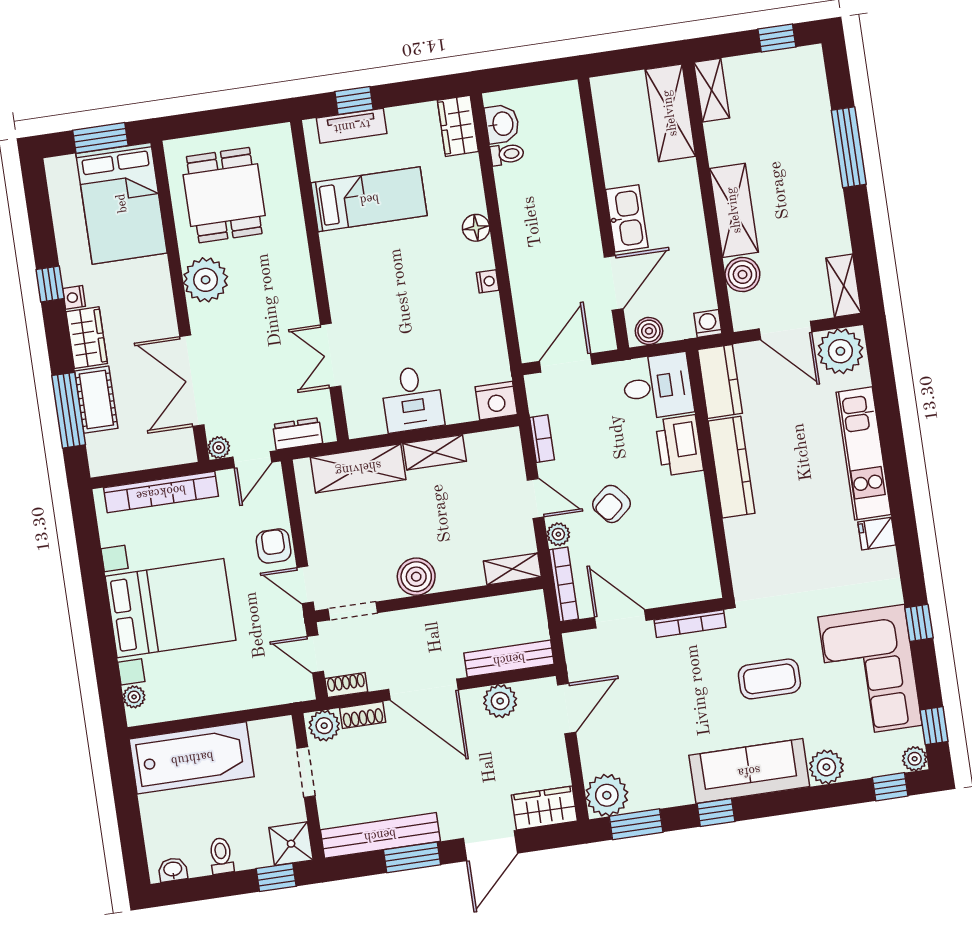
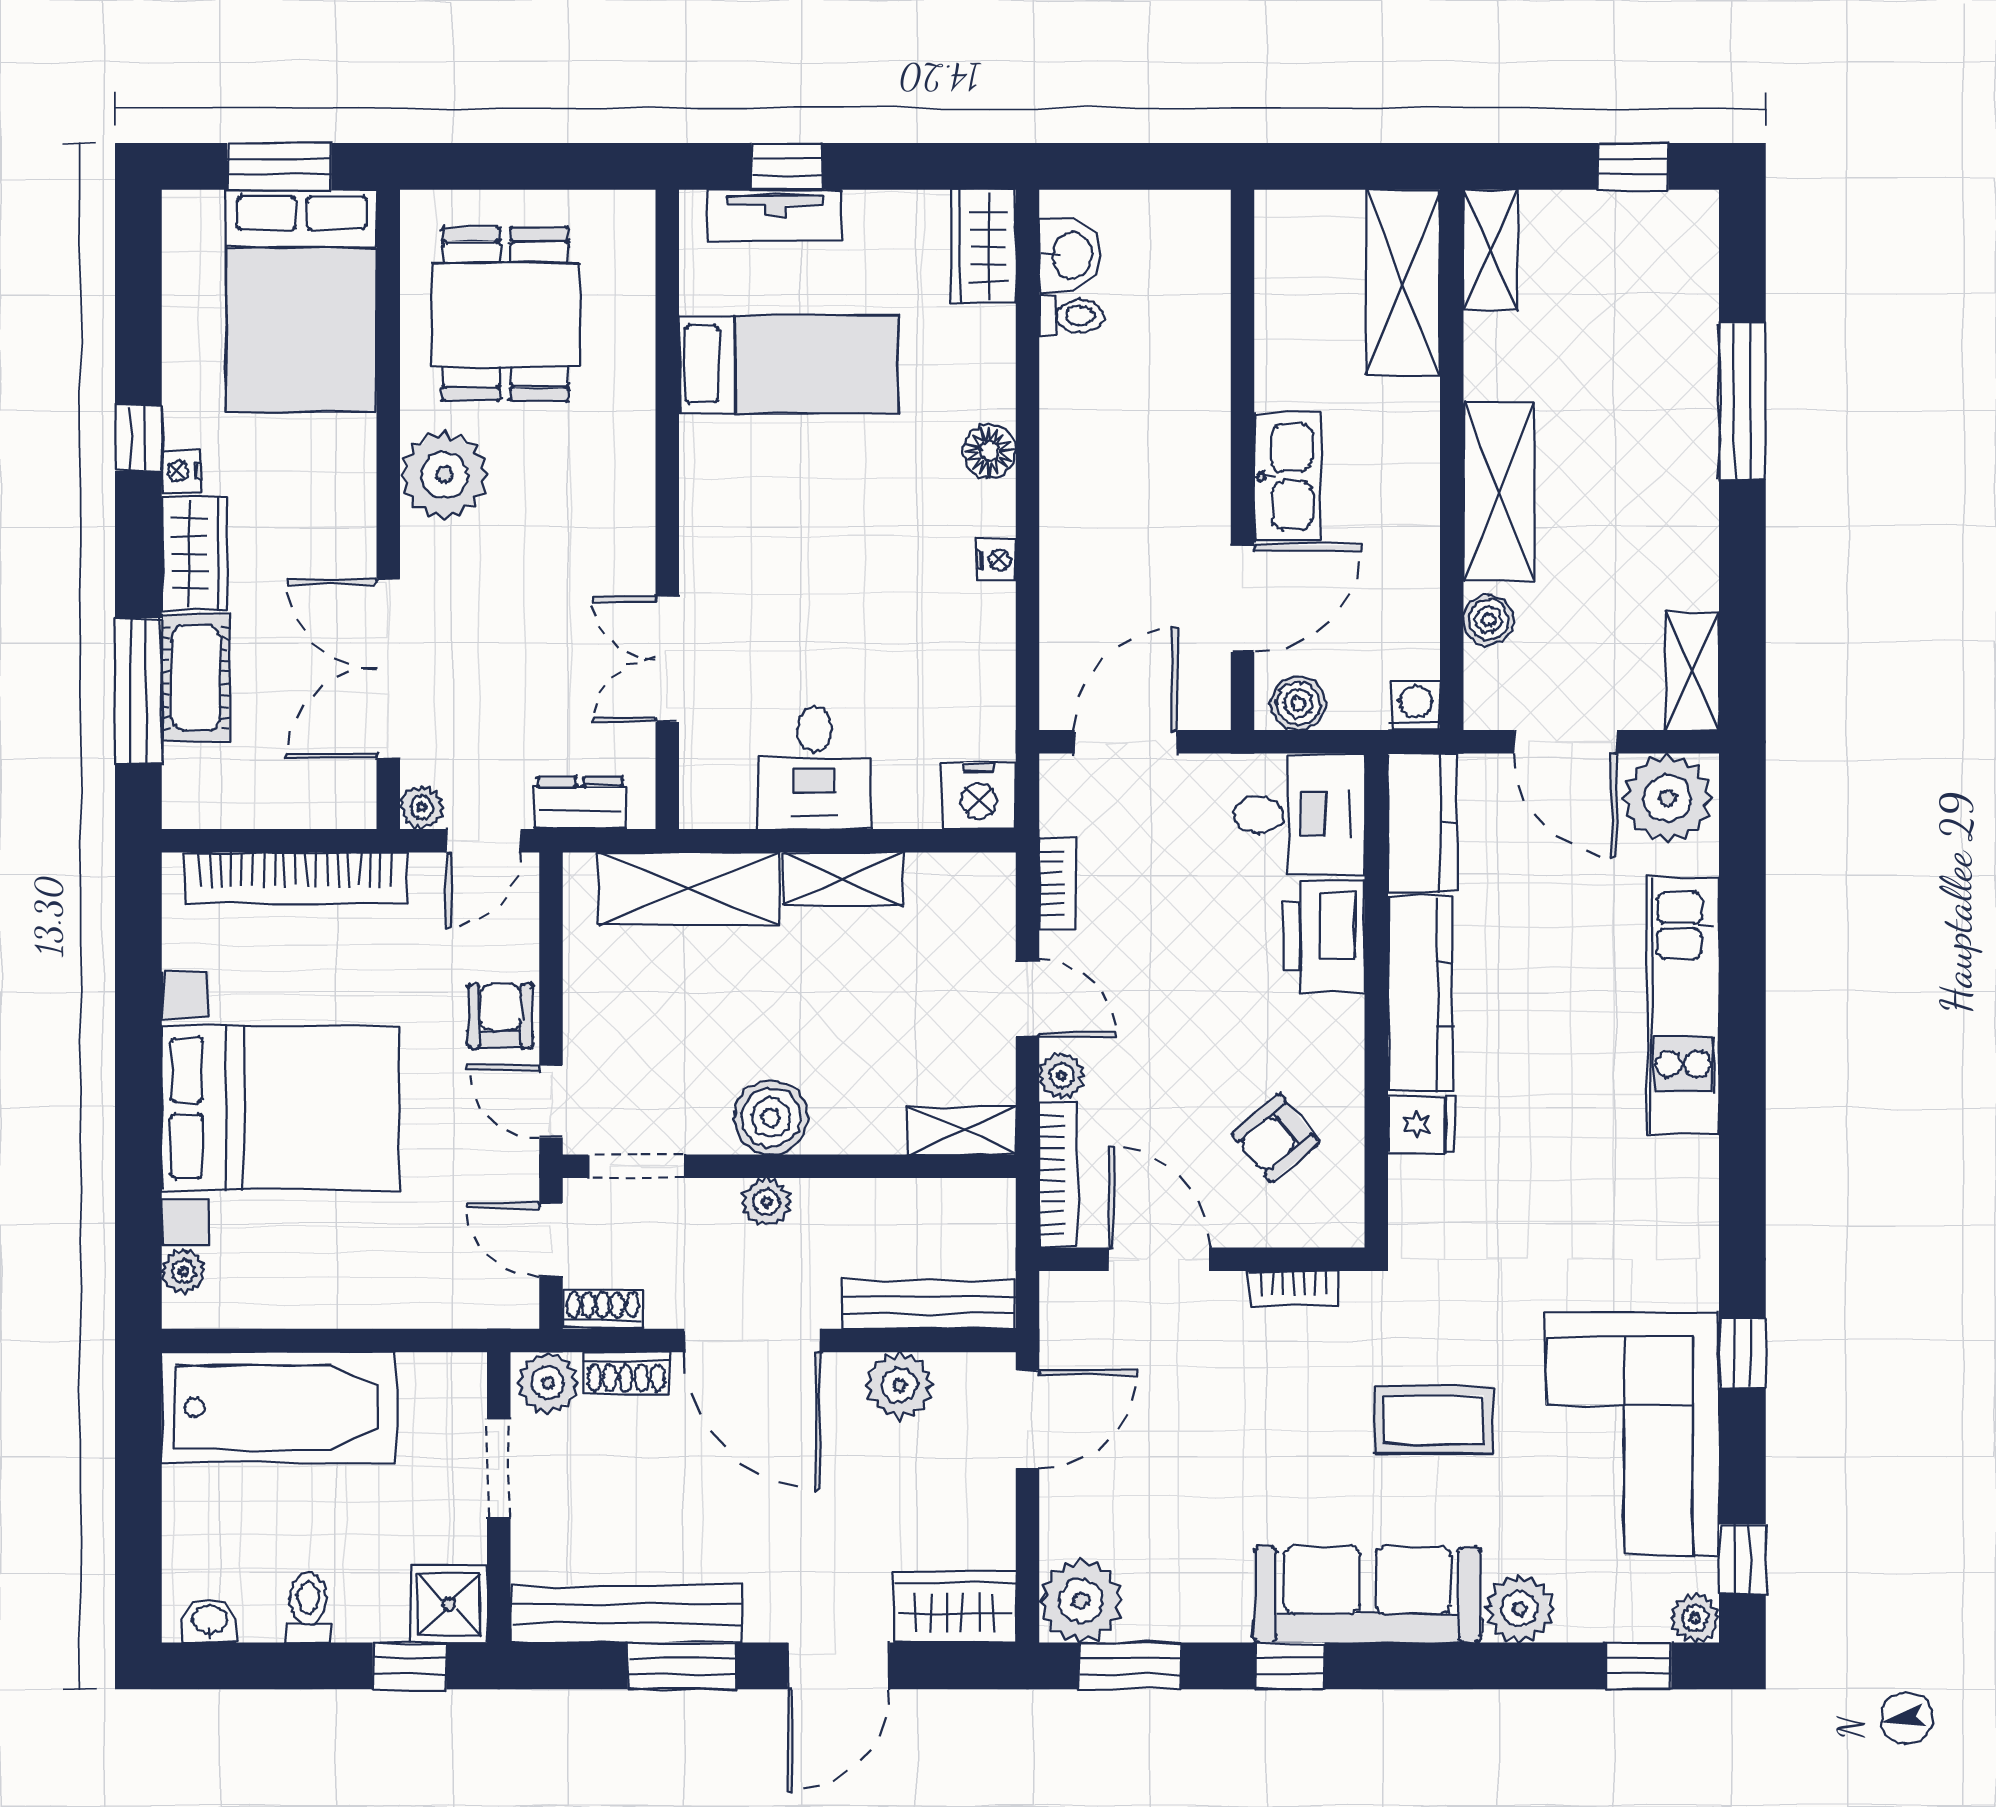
boiler: (742, 274) -> (1488, 620), width x0.73, depth x0.73
armchair: (611, 504) -> (1275, 1138), moved
fridge: (877, 534) -> (1421, 1124), moved, turned 180
plant: (420, 619) -> (767, 1202), added
bookcase: (690, 624) -> (1294, 1288), width x0.64

